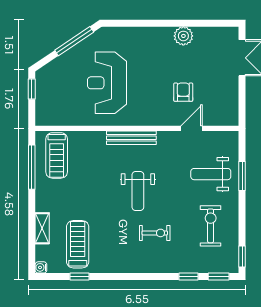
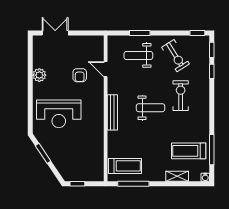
window: (74, 41) -> (43, 153), width x0.69
reception desk: (107, 83) -> (59, 114), moved
armchair: (183, 92) -> (80, 75), turned -90
weight bench: (211, 174) -> (138, 55), turned 90
exercise bike: (211, 226) -> (175, 56), turned -122
exercise bike: (155, 233) -> (181, 96), width x1.38, depth x1.39
window: (79, 277) -> (212, 150), width x2.17

